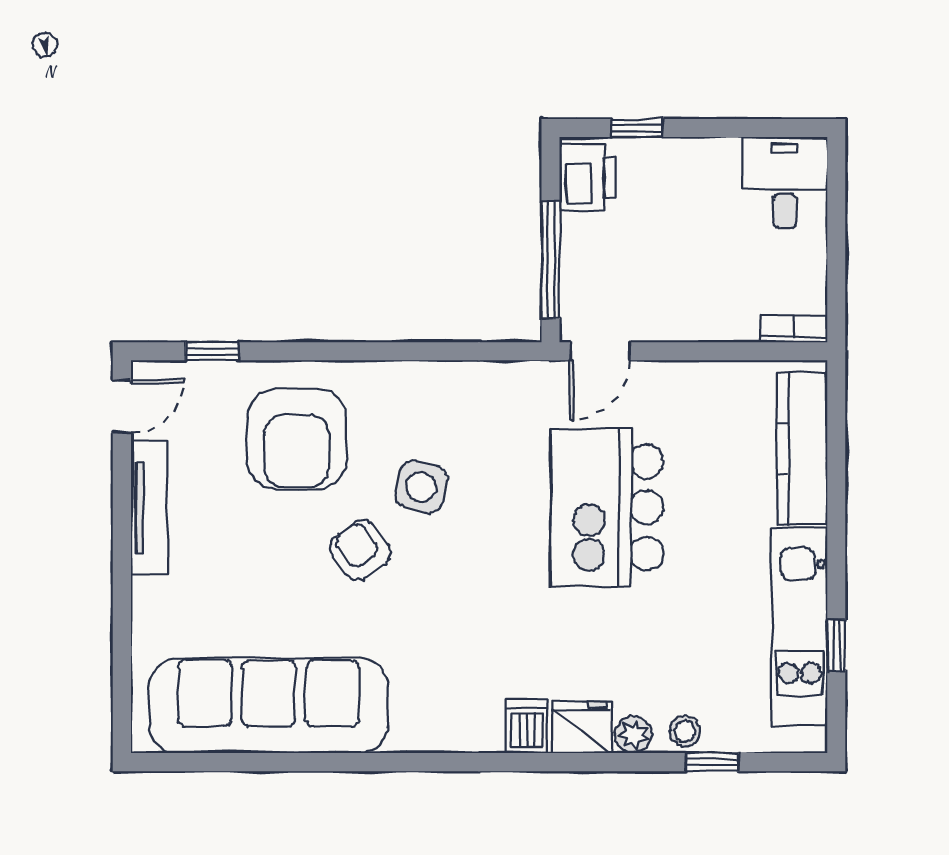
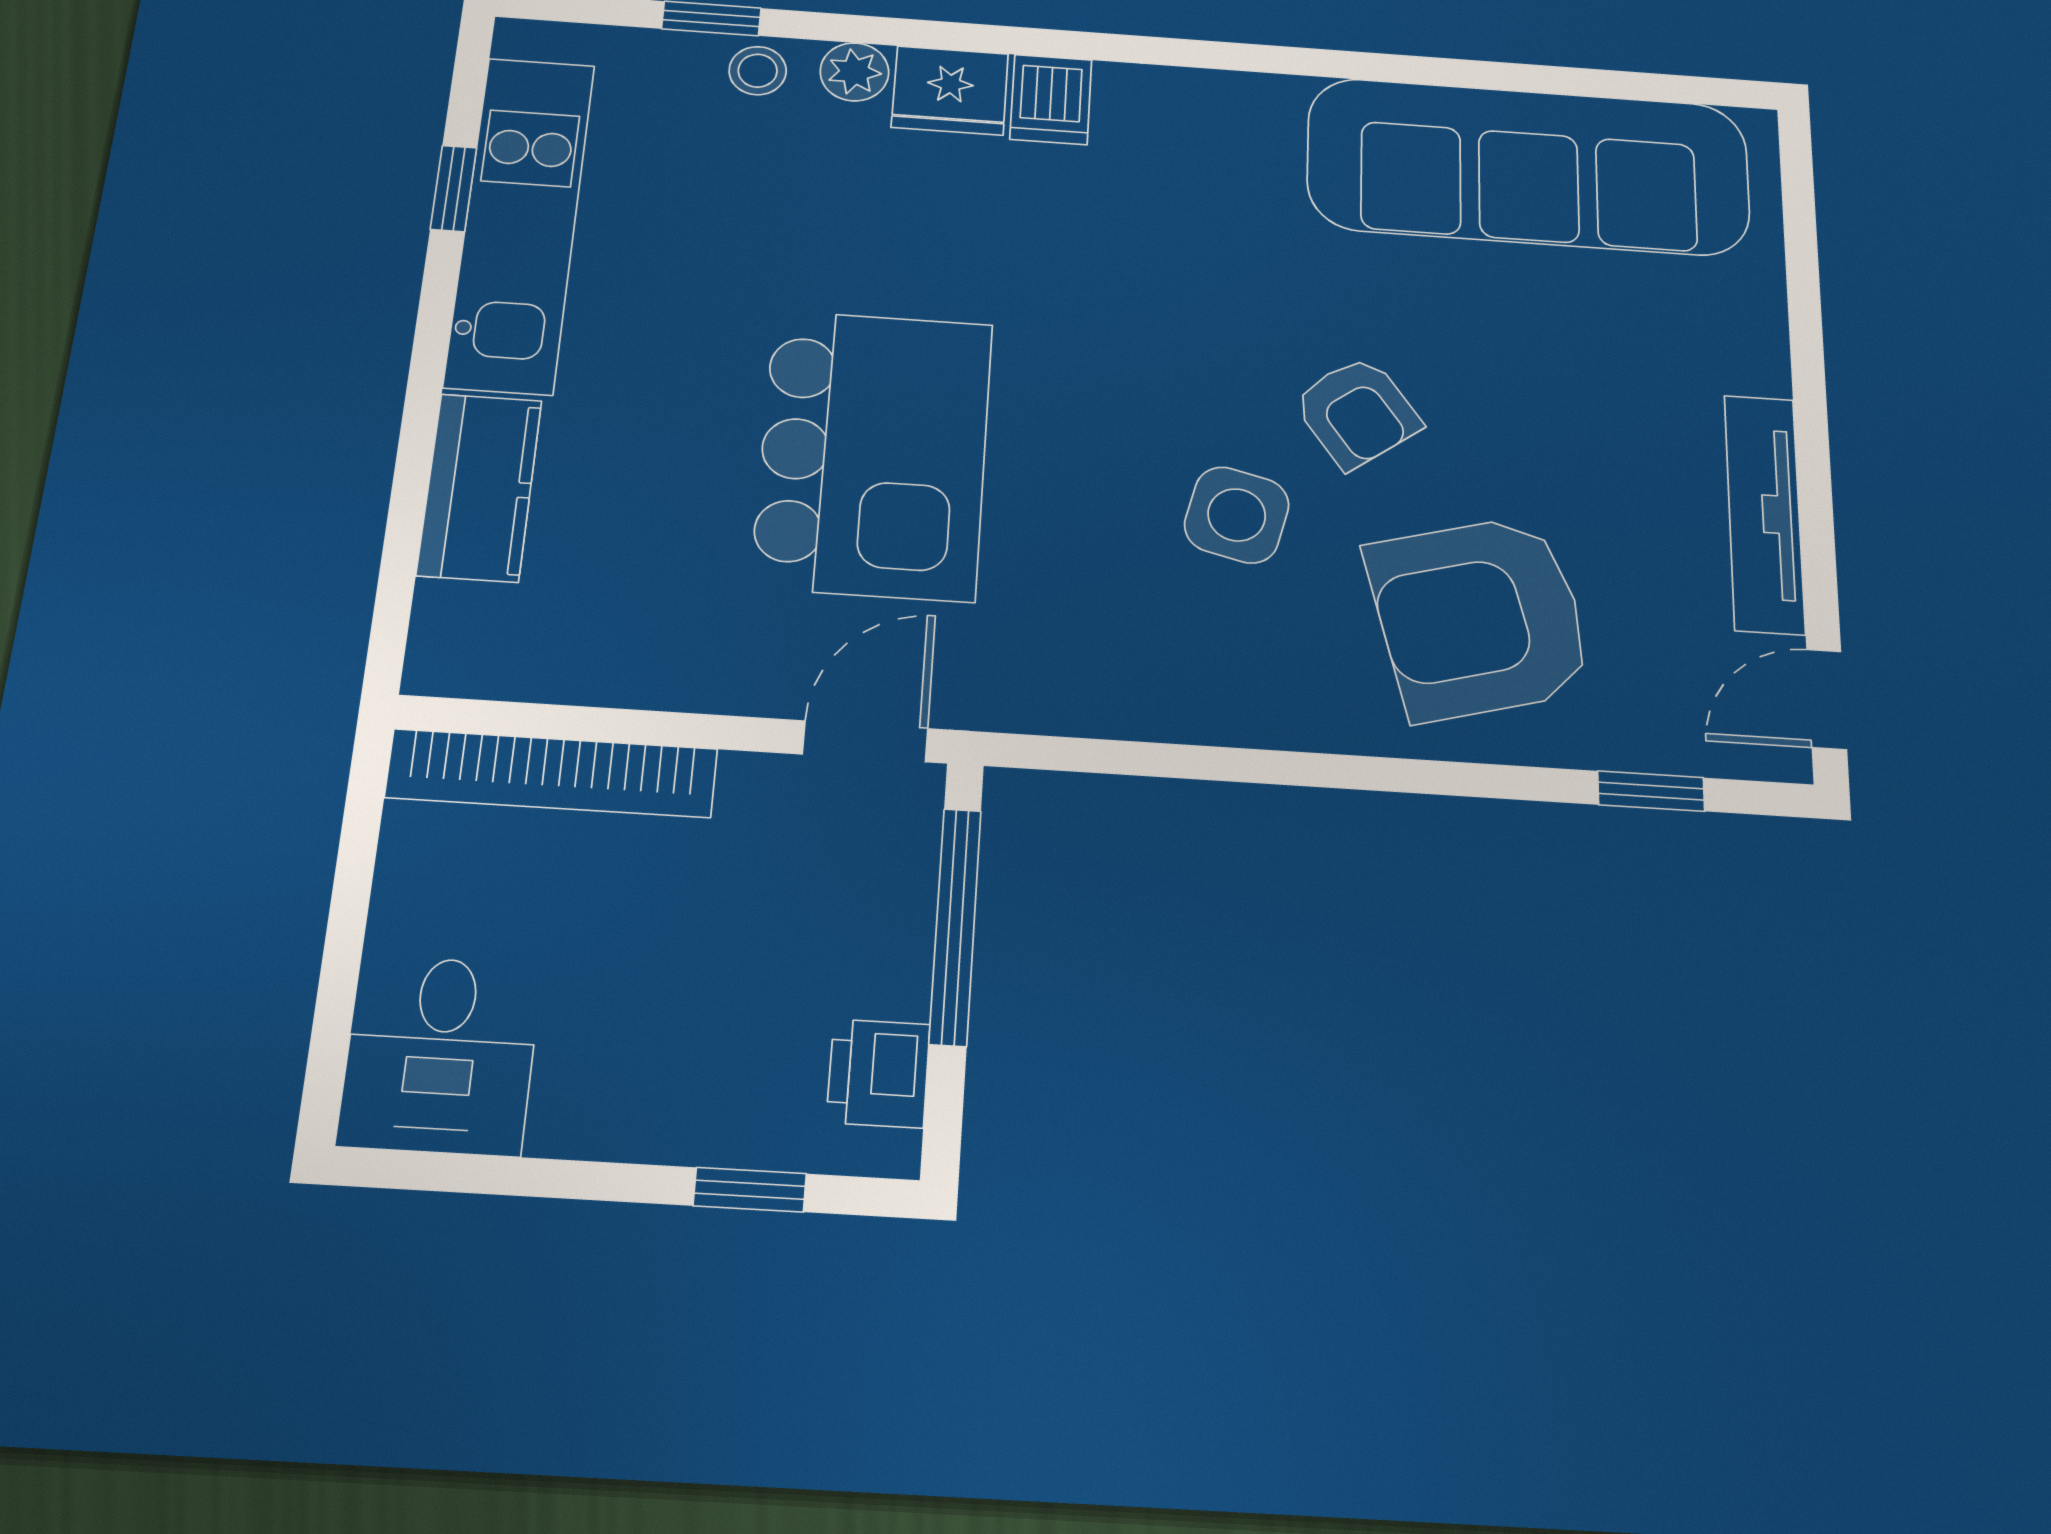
printer: (587, 177) -> (878, 1073), width x0.73, depth x0.81
bookcase: (794, 329) -> (552, 773), width x2.31, depth x1.31
armchair: (297, 439) -> (1480, 617), turned -105
kitchen counter: (802, 449) -> (479, 487), width x0.67

